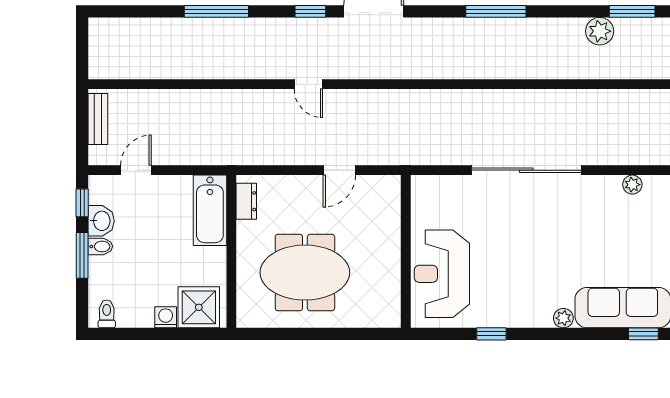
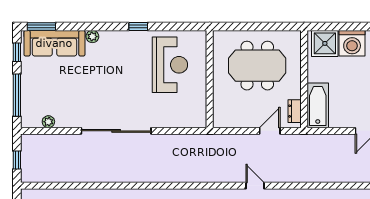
door: (339, 170) -> (270, 131), moved
wall: (406, 251) -> (210, 79), moved
washing machine: (166, 317) -> (352, 43), width x1.89, depth x1.89
window: (643, 334) -> (41, 26), width x1.50

